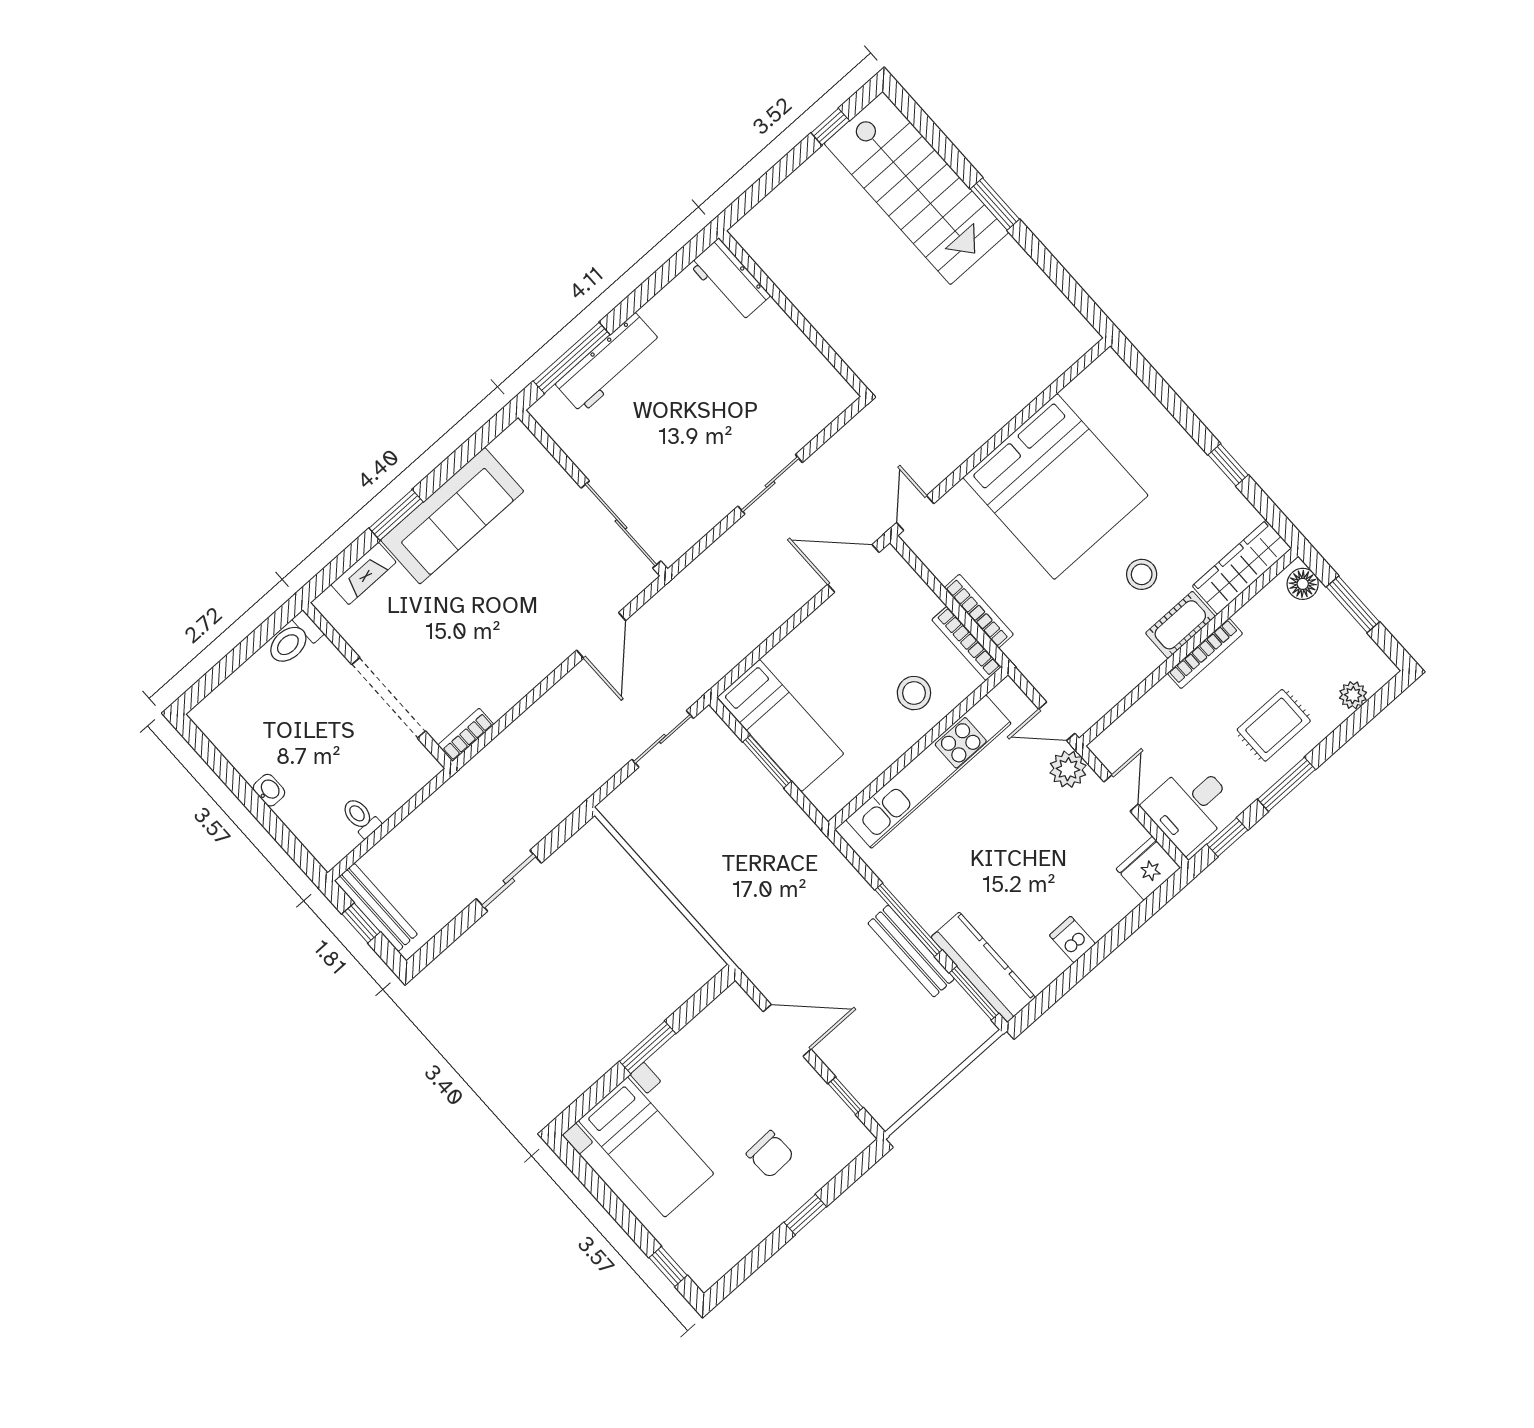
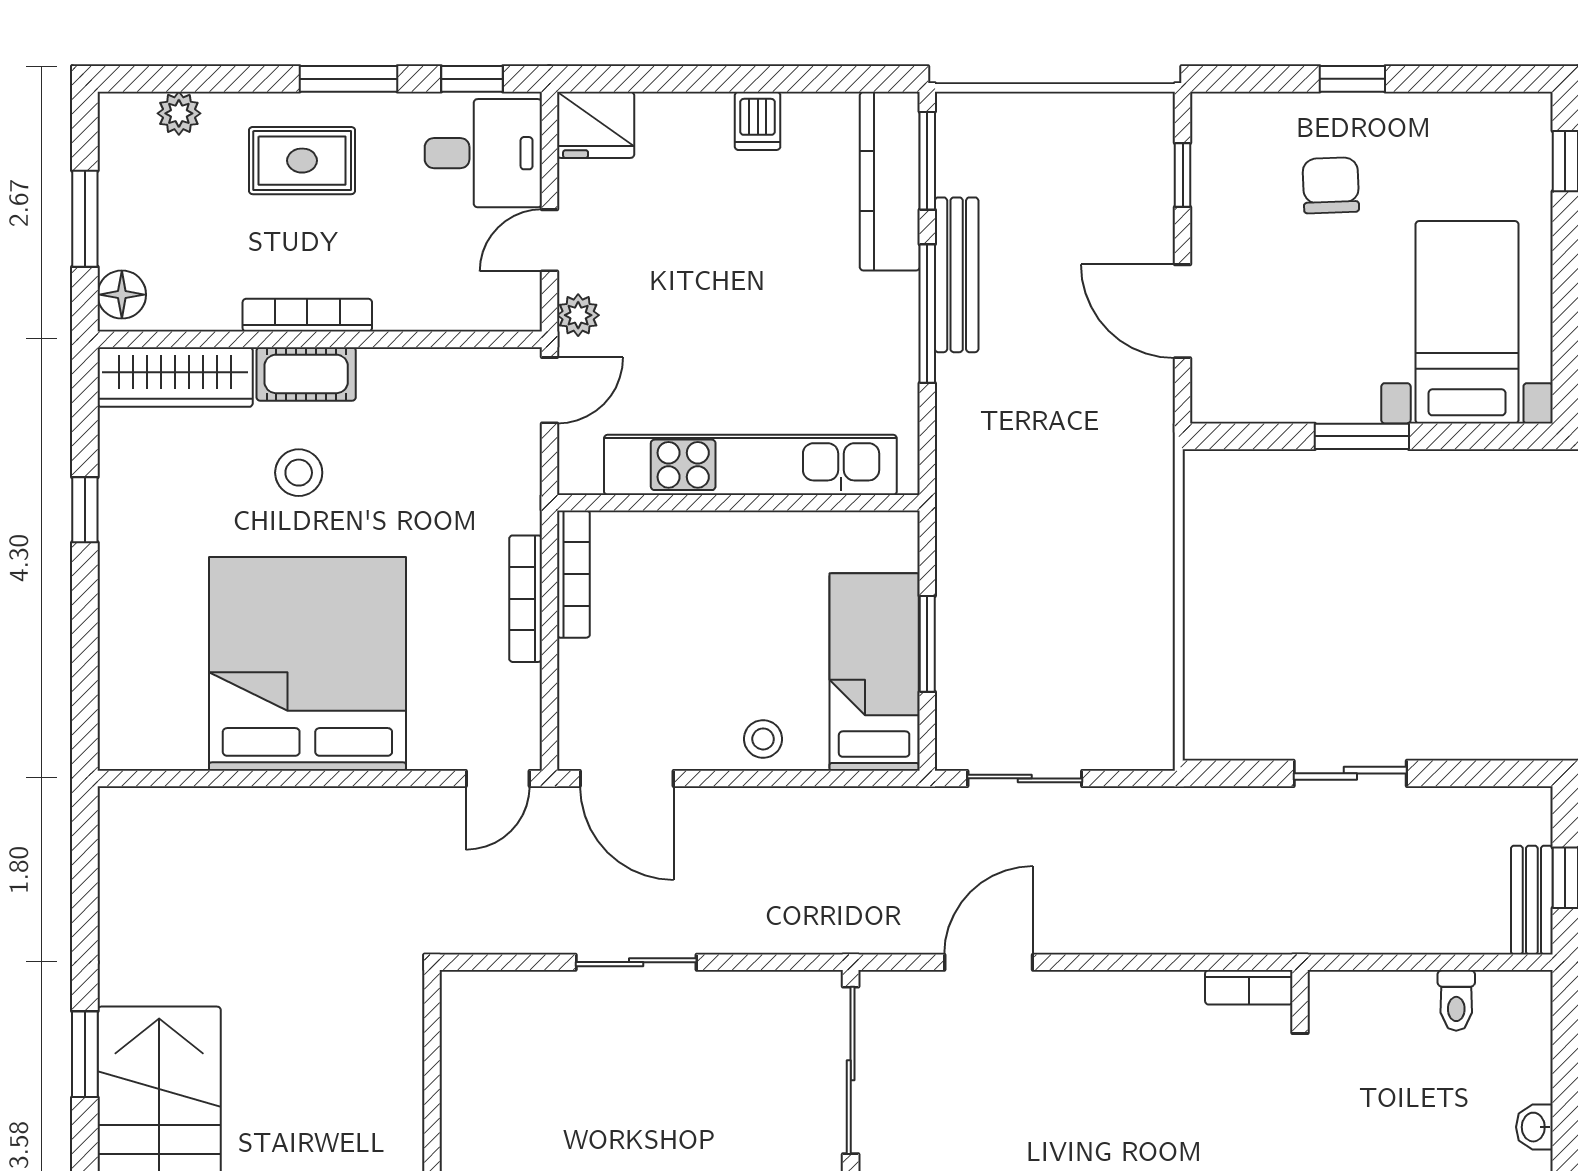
stool: (914, 693) -> (763, 739), moved, width x0.73, depth x0.73
door: (1057, 721) -> (549, 390), hinge flipped
plant: (1068, 769) -> (578, 315), width x0.73, depth x0.73
bench: (376, 907) -> (1532, 900), width x0.73

